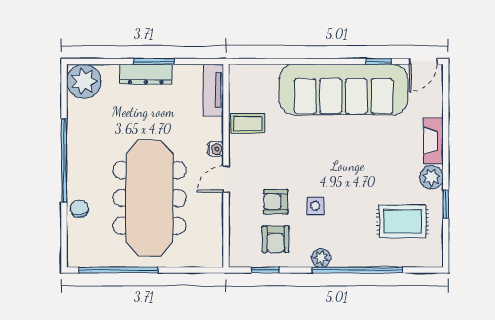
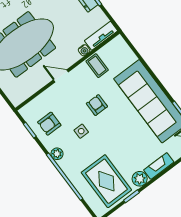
water cooler: (216, 149) -> (84, 50), moved
armchair: (276, 202) -> (97, 105), moved
rug: (403, 221) -> (106, 181), width x1.36, depth x1.43

